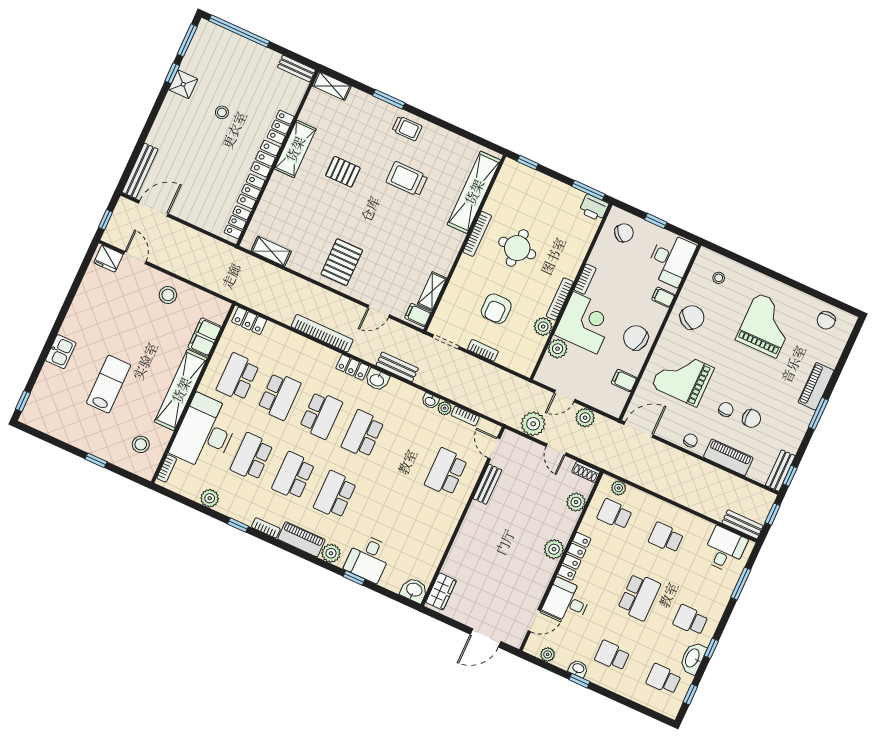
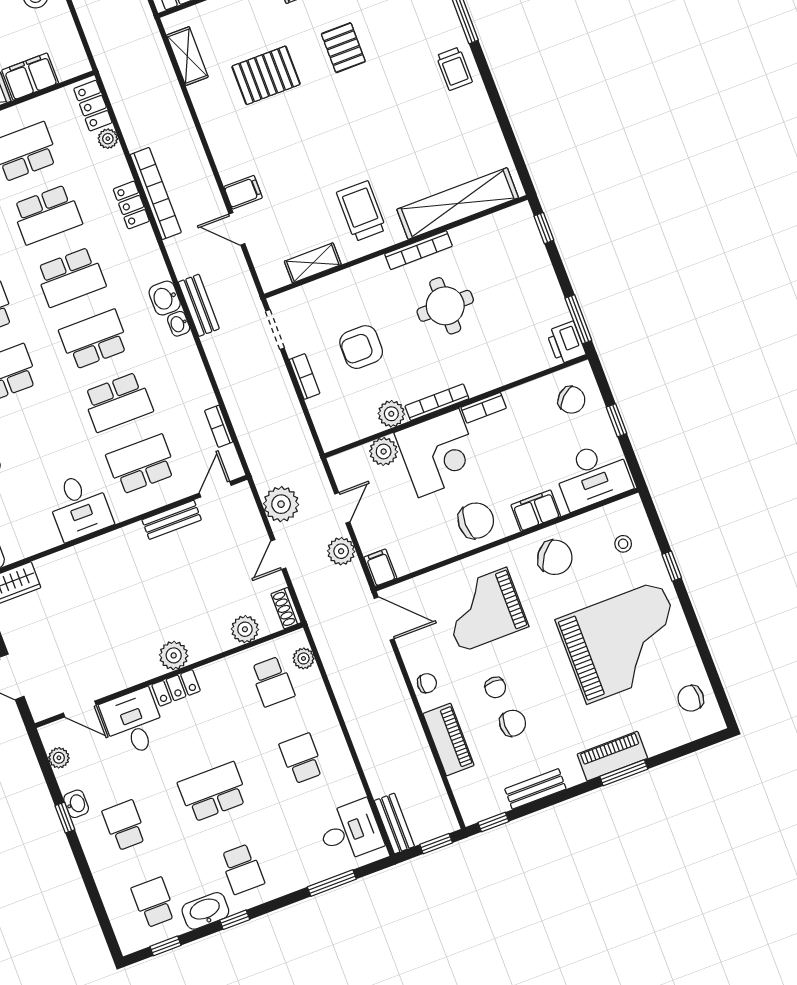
trolley: (407, 179) -> (361, 211), moved
pallet: (342, 262) -> (266, 75), moved
window: (753, 265) -> (672, 566), added
filing cabinet: (663, 297) -> (536, 511), width x2.00
filing cabinet: (418, 315) -> (243, 192), moved, turned 90
grand piano: (766, 325) -> (624, 642), width x1.37, depth x1.48
chair: (636, 338) -> (476, 521), turned 77
locker: (352, 367) -> (131, 205), moved
grand piano: (683, 377) -> (484, 610), turned -90
filing cabinet: (624, 381) -> (380, 568), moved
door: (565, 396) -> (342, 508), swing flipped
washbasin: (430, 401) -> (179, 324), moved
plant: (445, 408) -> (108, 139), moved
chair: (726, 409) -> (495, 687), turned 90
window: (818, 414) -> (624, 773), moved
chair: (752, 418) -> (513, 723), turned -90
school desk: (404, 453) -> (118, 402), added
bench: (780, 471) -> (535, 789), moved
school desk: (615, 514) -> (272, 681), turned 180
desk: (436, 522) -> (79, 506), added
locker: (574, 556) -> (176, 688), width x0.66
school desk: (639, 597) -> (213, 792), turned 180
school desk: (690, 620) -> (242, 869), turned 180

